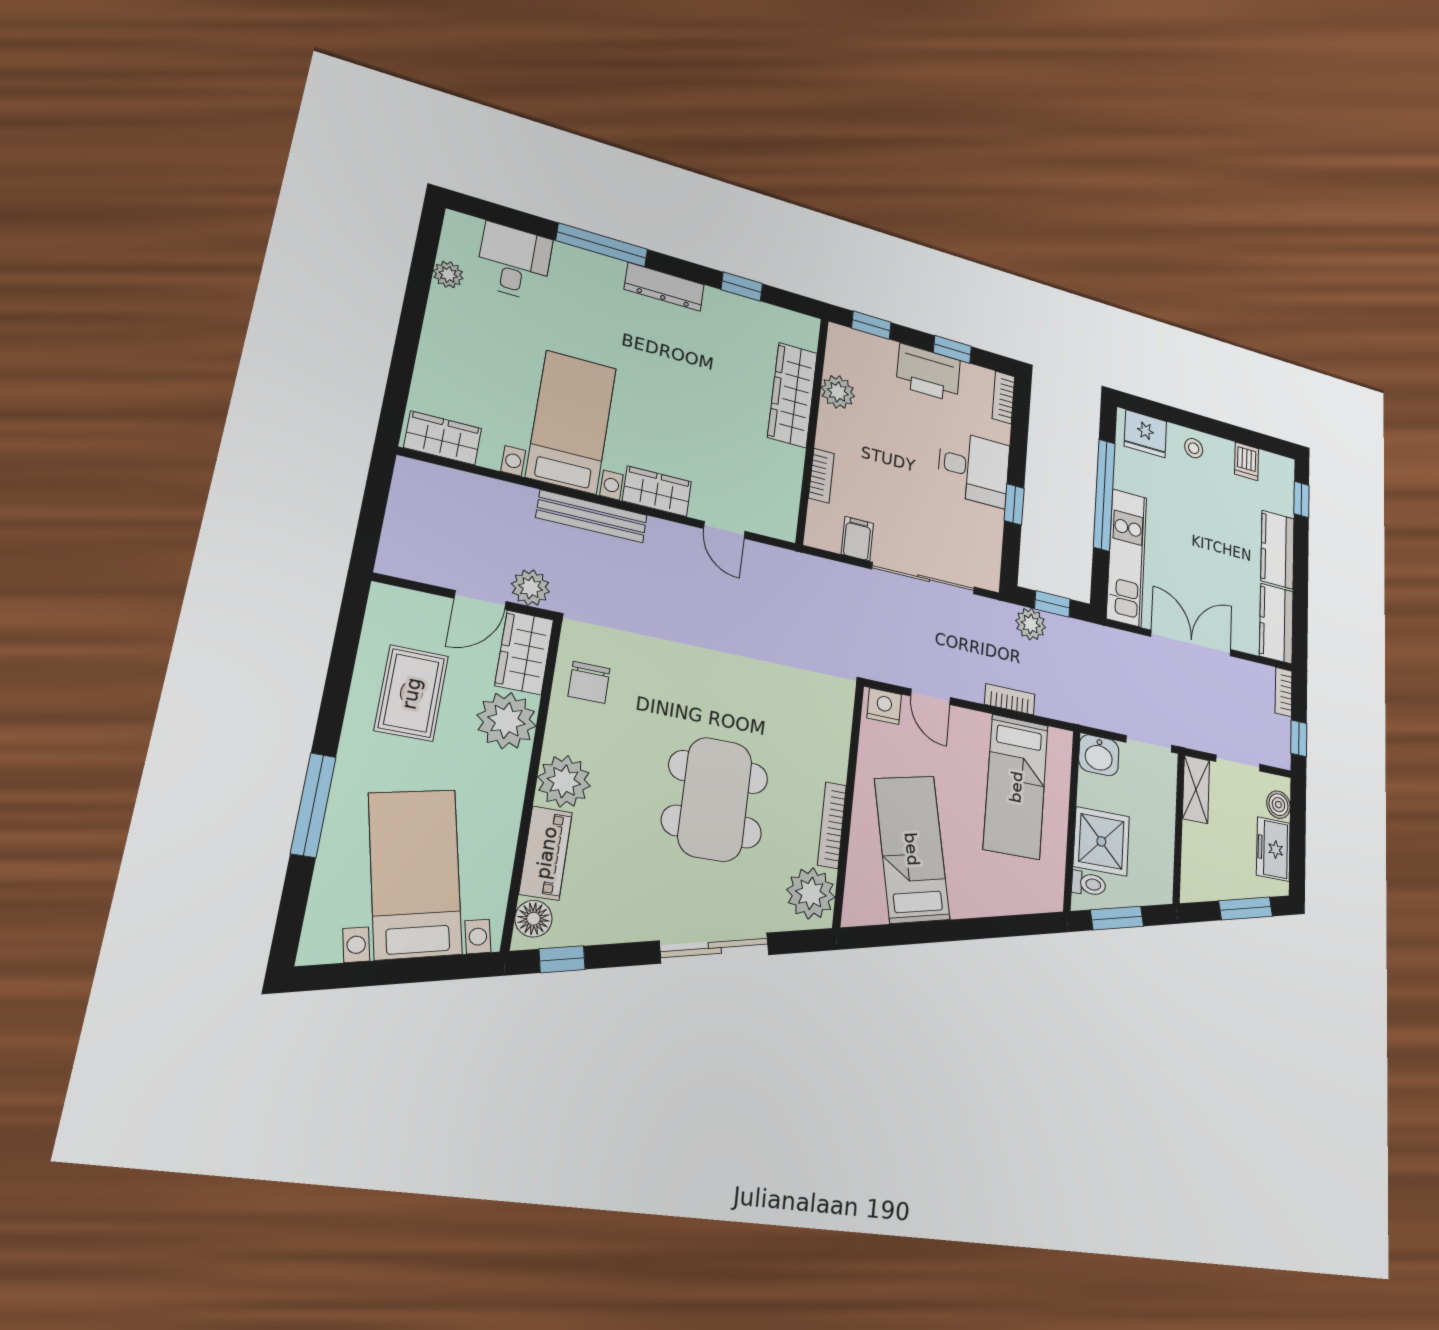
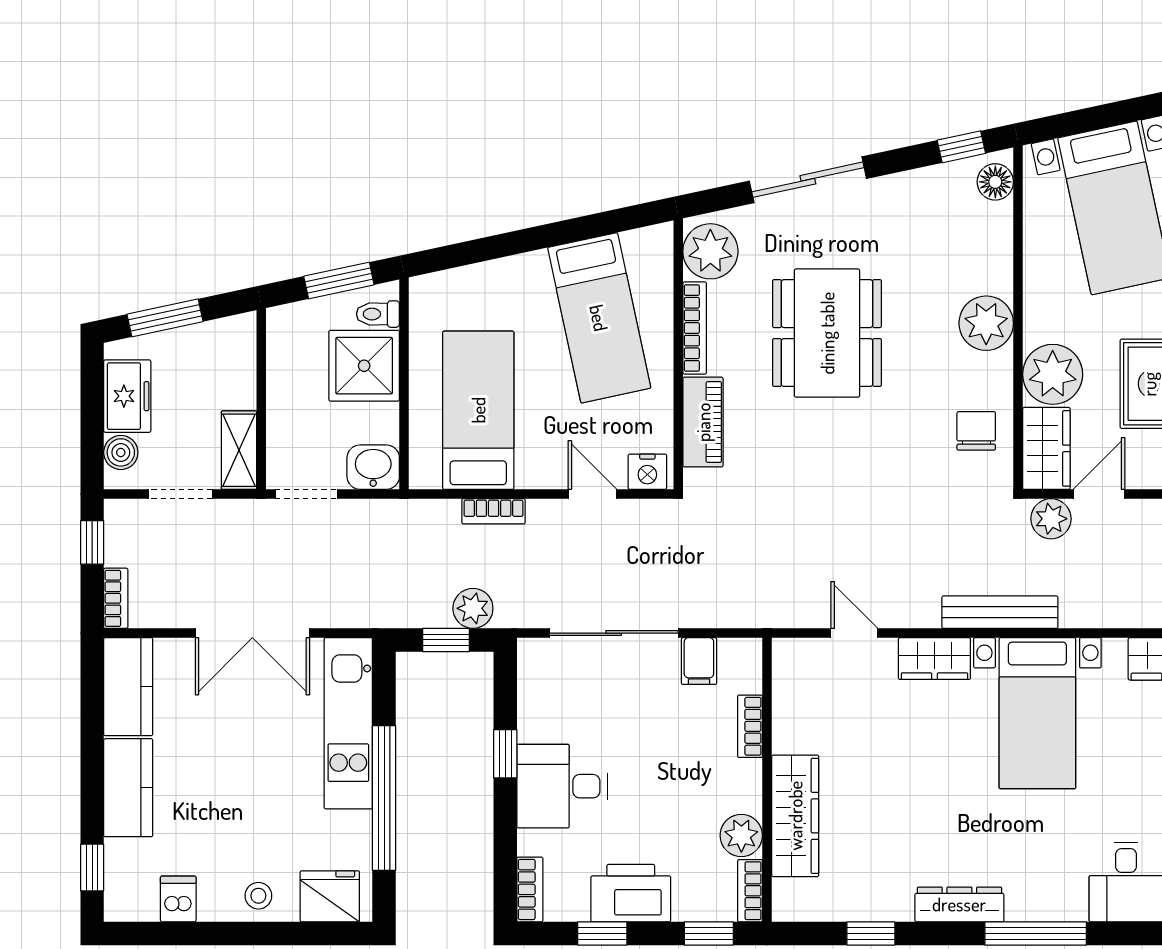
bookcase: (836, 348) -> (750, 891), added
piano: (546, 853) -> (703, 422), moved, turned 180

